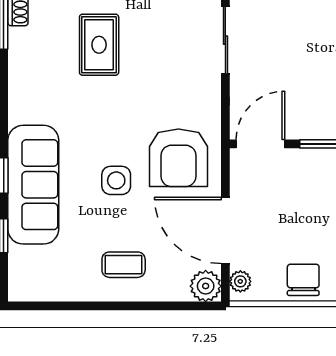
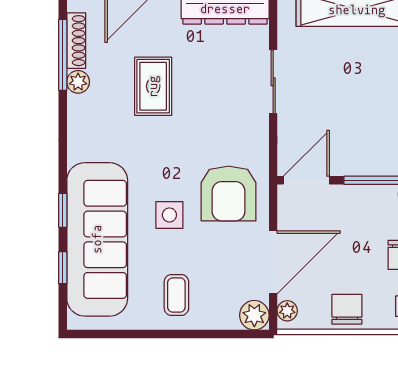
plant: (20, 40) -> (78, 82), added
sofa: (33, 185) -> (97, 239), width x1.36, depth x1.27
door: (225, 230) -> (273, 262), swing flipped
coffee table: (124, 265) -> (176, 295), turned 90

